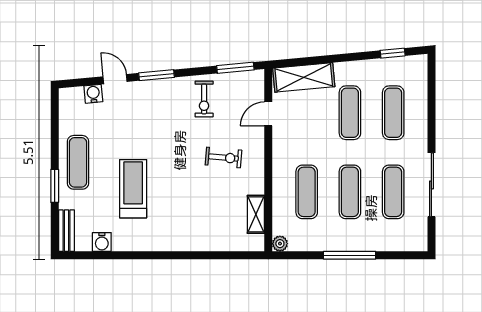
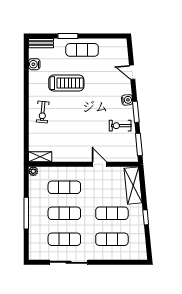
window: (393, 53) -> (146, 217), moved
window: (157, 75) -> (136, 112), moved
door: (115, 79) -> (132, 72), swing flipped
water cooler: (93, 94) -> (127, 100), moved
door: (268, 114) -> (99, 164), moved
exercise bike: (223, 158) -> (43, 112), moved
shelving: (256, 214) -> (40, 157), moved

